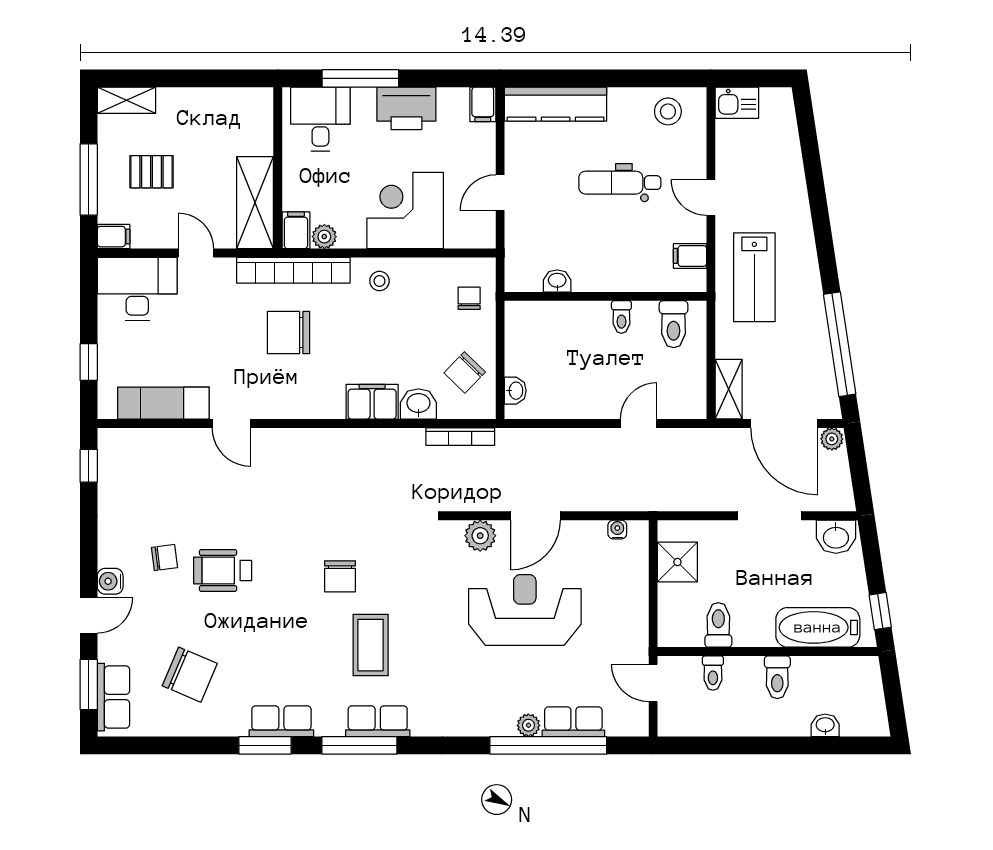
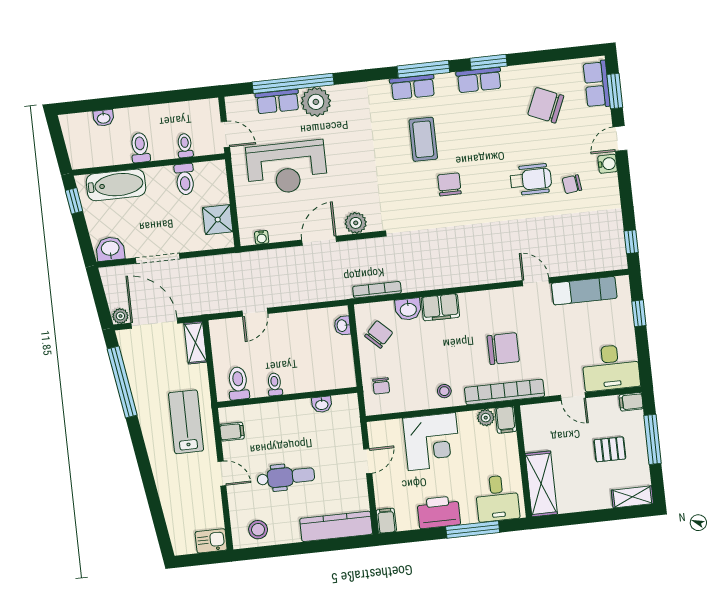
shelving: (255, 203) -> (541, 484), moved
reception desk: (525, 610) -> (287, 168), moved
plant: (528, 725) -> (316, 102), width x1.87, depth x1.87

